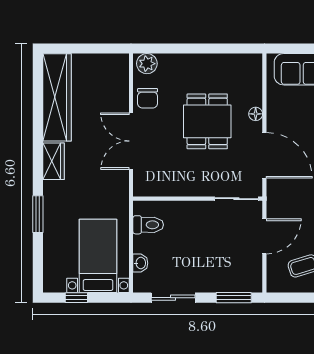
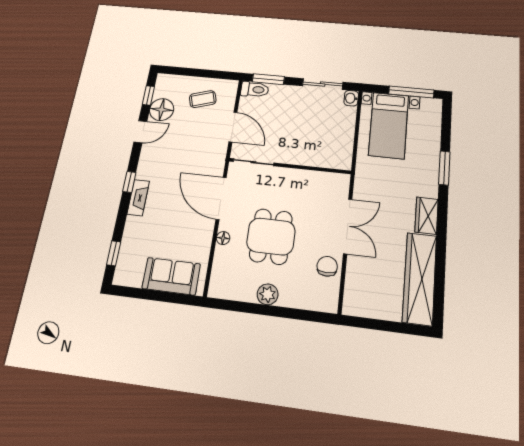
plant: (147, 64) -> (268, 294), moved
toilet: (148, 225) -> (255, 89), moved, turned 180
door: (264, 236) -> (233, 127), swing flipped
washbasin: (140, 263) -> (351, 98), moved
window: (76, 298) -> (411, 92), width x2.17

